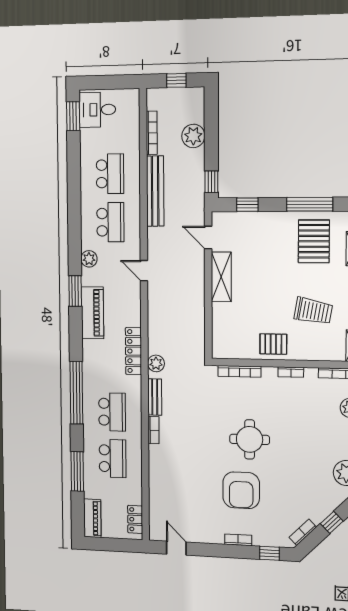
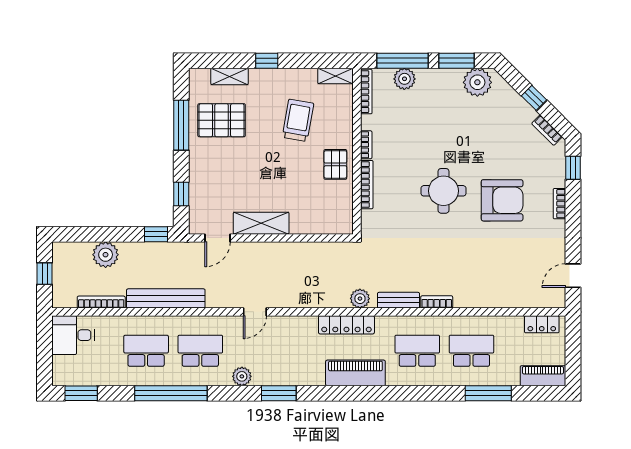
desk: (97, 110) -> (73, 335), moved, turned 90
piano: (92, 313) -> (355, 373), moved
bookcase: (239, 371) -> (367, 185), moved
window: (76, 393) -> (171, 393), moved

